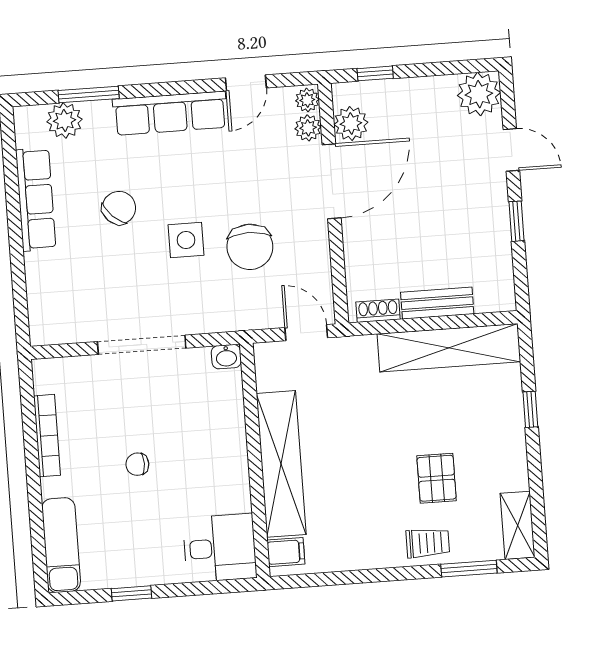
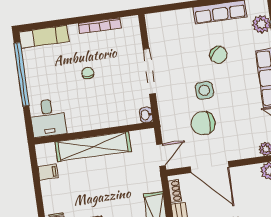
door: (332, 181) -> (210, 167), moved
filing cabinet: (286, 552) -> (48, 172), moved, turned -90
window: (131, 593) -> (22, 74), width x3.17

